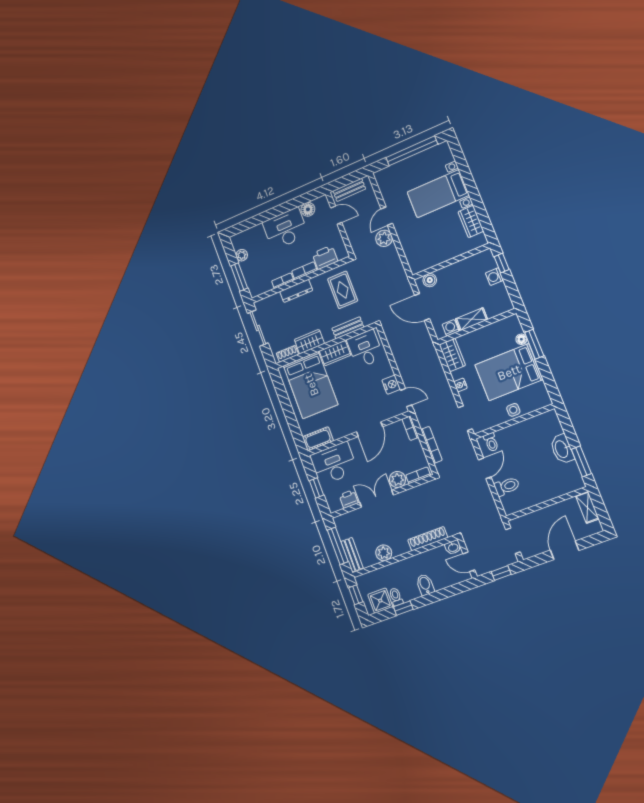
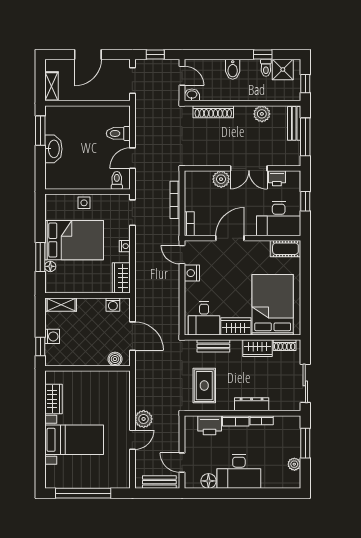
shelving: (472, 319) -> (61, 305), moved
bookcase: (418, 475) -> (199, 176), removed

